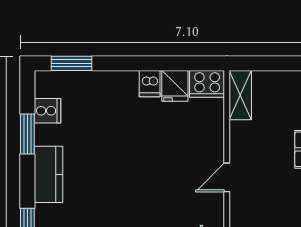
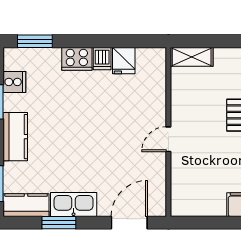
cooker: (207, 84) -> (77, 59), moved
shelving: (240, 95) -> (192, 57), moved, turned 90

